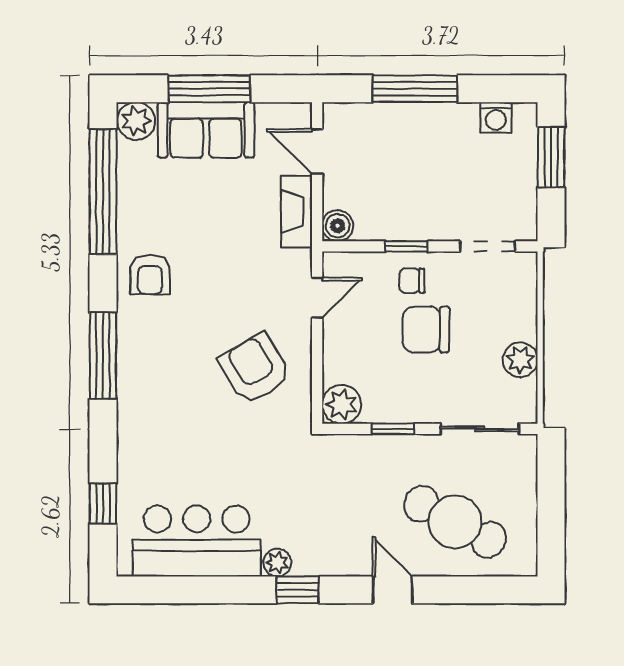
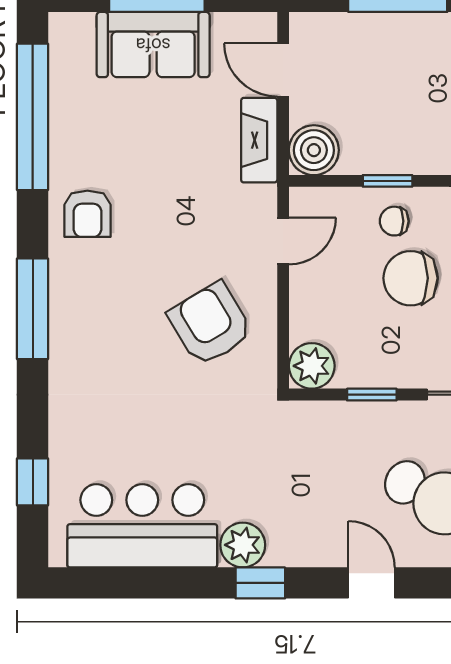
plant: (136, 121) -> (71, 34), removed
boiler: (338, 226) -> (314, 150), width x1.36, depth x1.36
plant: (277, 563) -> (243, 545), width x1.38, depth x1.38

